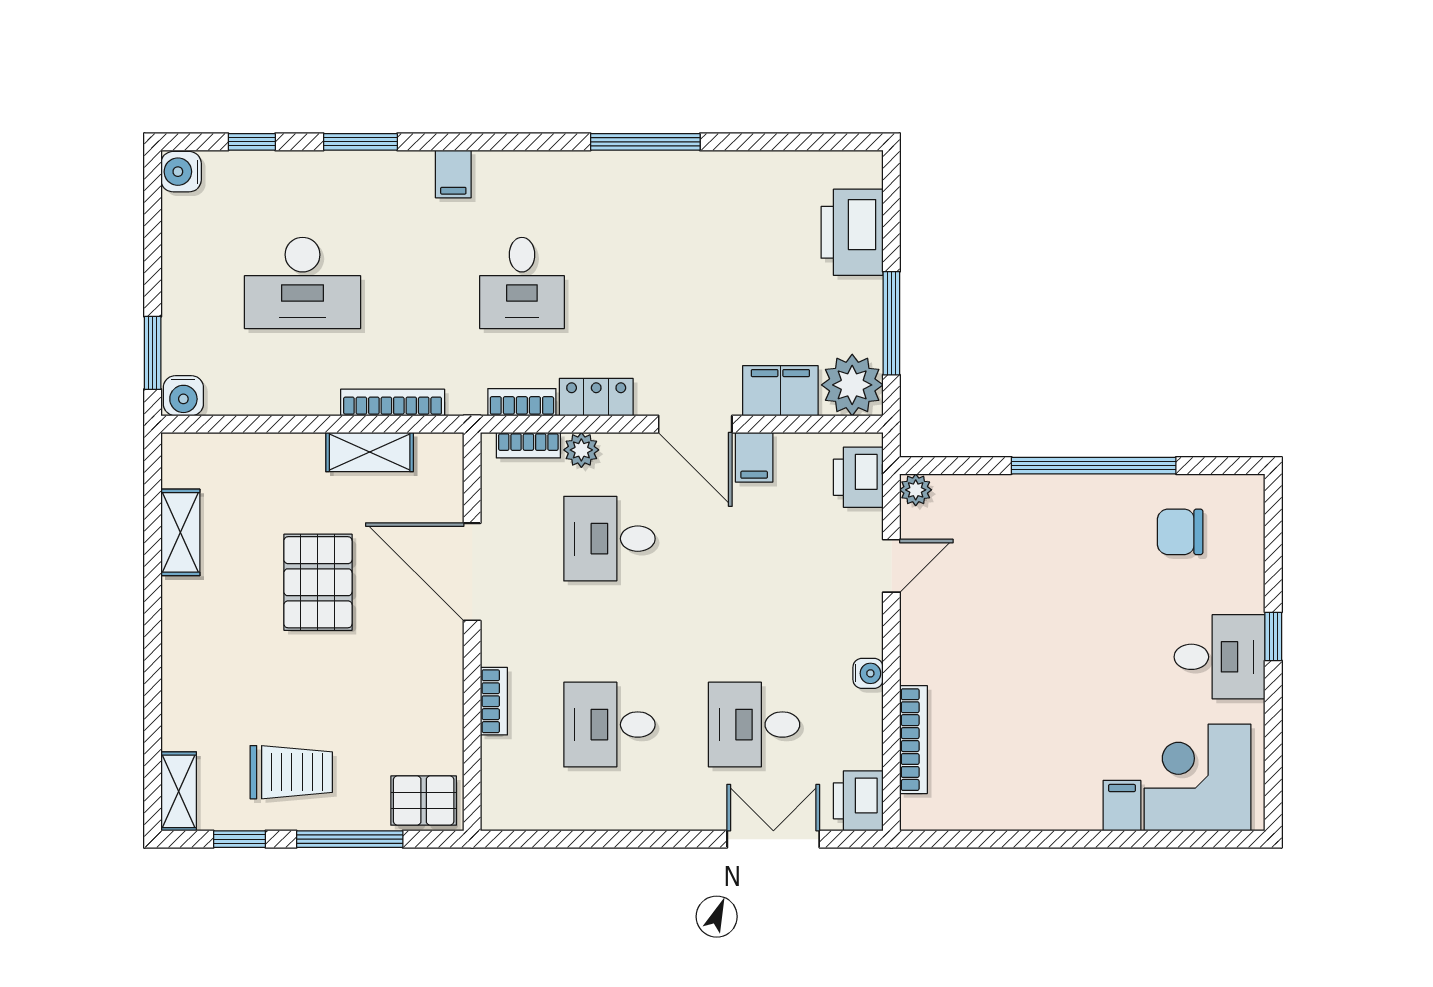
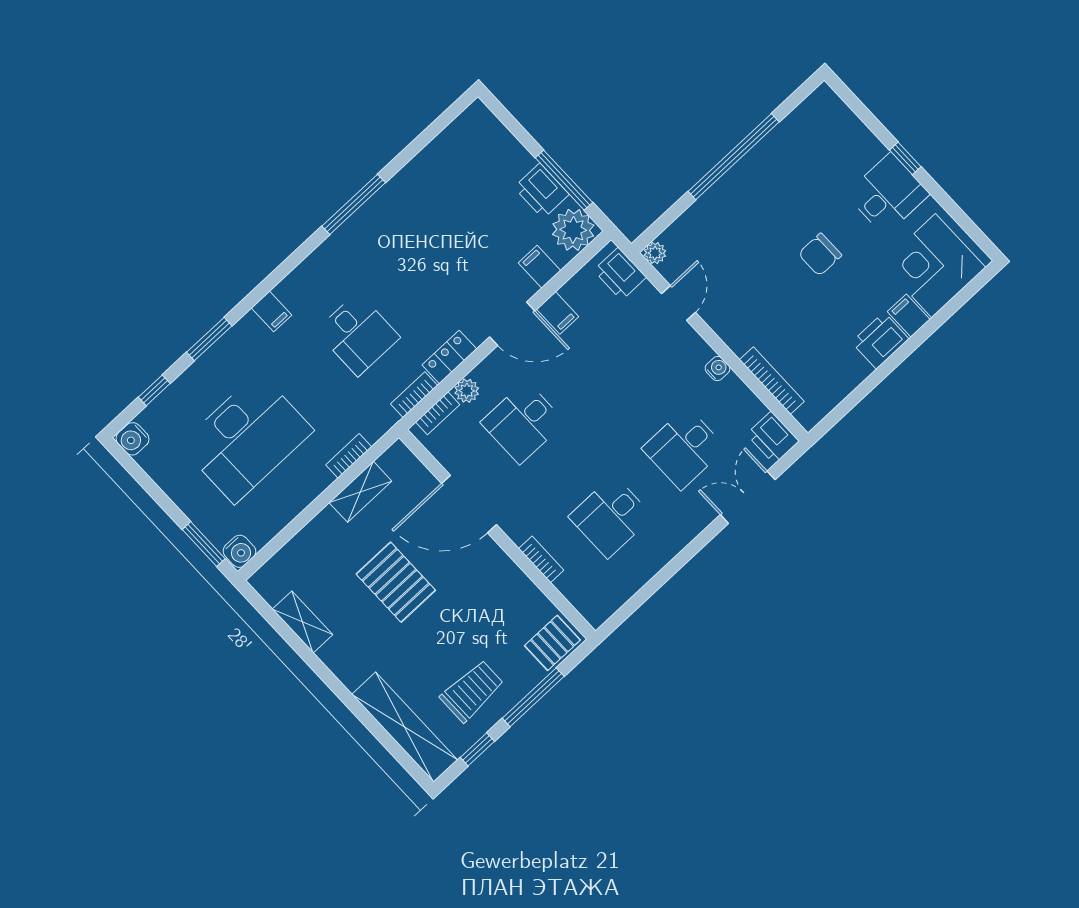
printer: (852, 232) -> (541, 191), moved, width x0.73, depth x0.84
desk: (303, 283) -> (247, 438), width x1.36, depth x1.30
filing cabinet: (780, 391) -> (540, 267), width x0.50
bookcase: (393, 402) -> (349, 456), width x0.64
chair: (1180, 532) -> (820, 255), moved
shelving: (179, 791) -> (405, 727), width x2.20, depth x1.33
printer: (1067, 804) -> (880, 341), added

